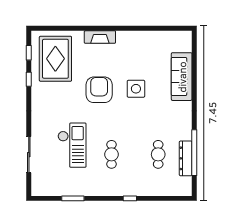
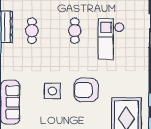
armchair: (99, 90) -> (86, 90), turned 90

